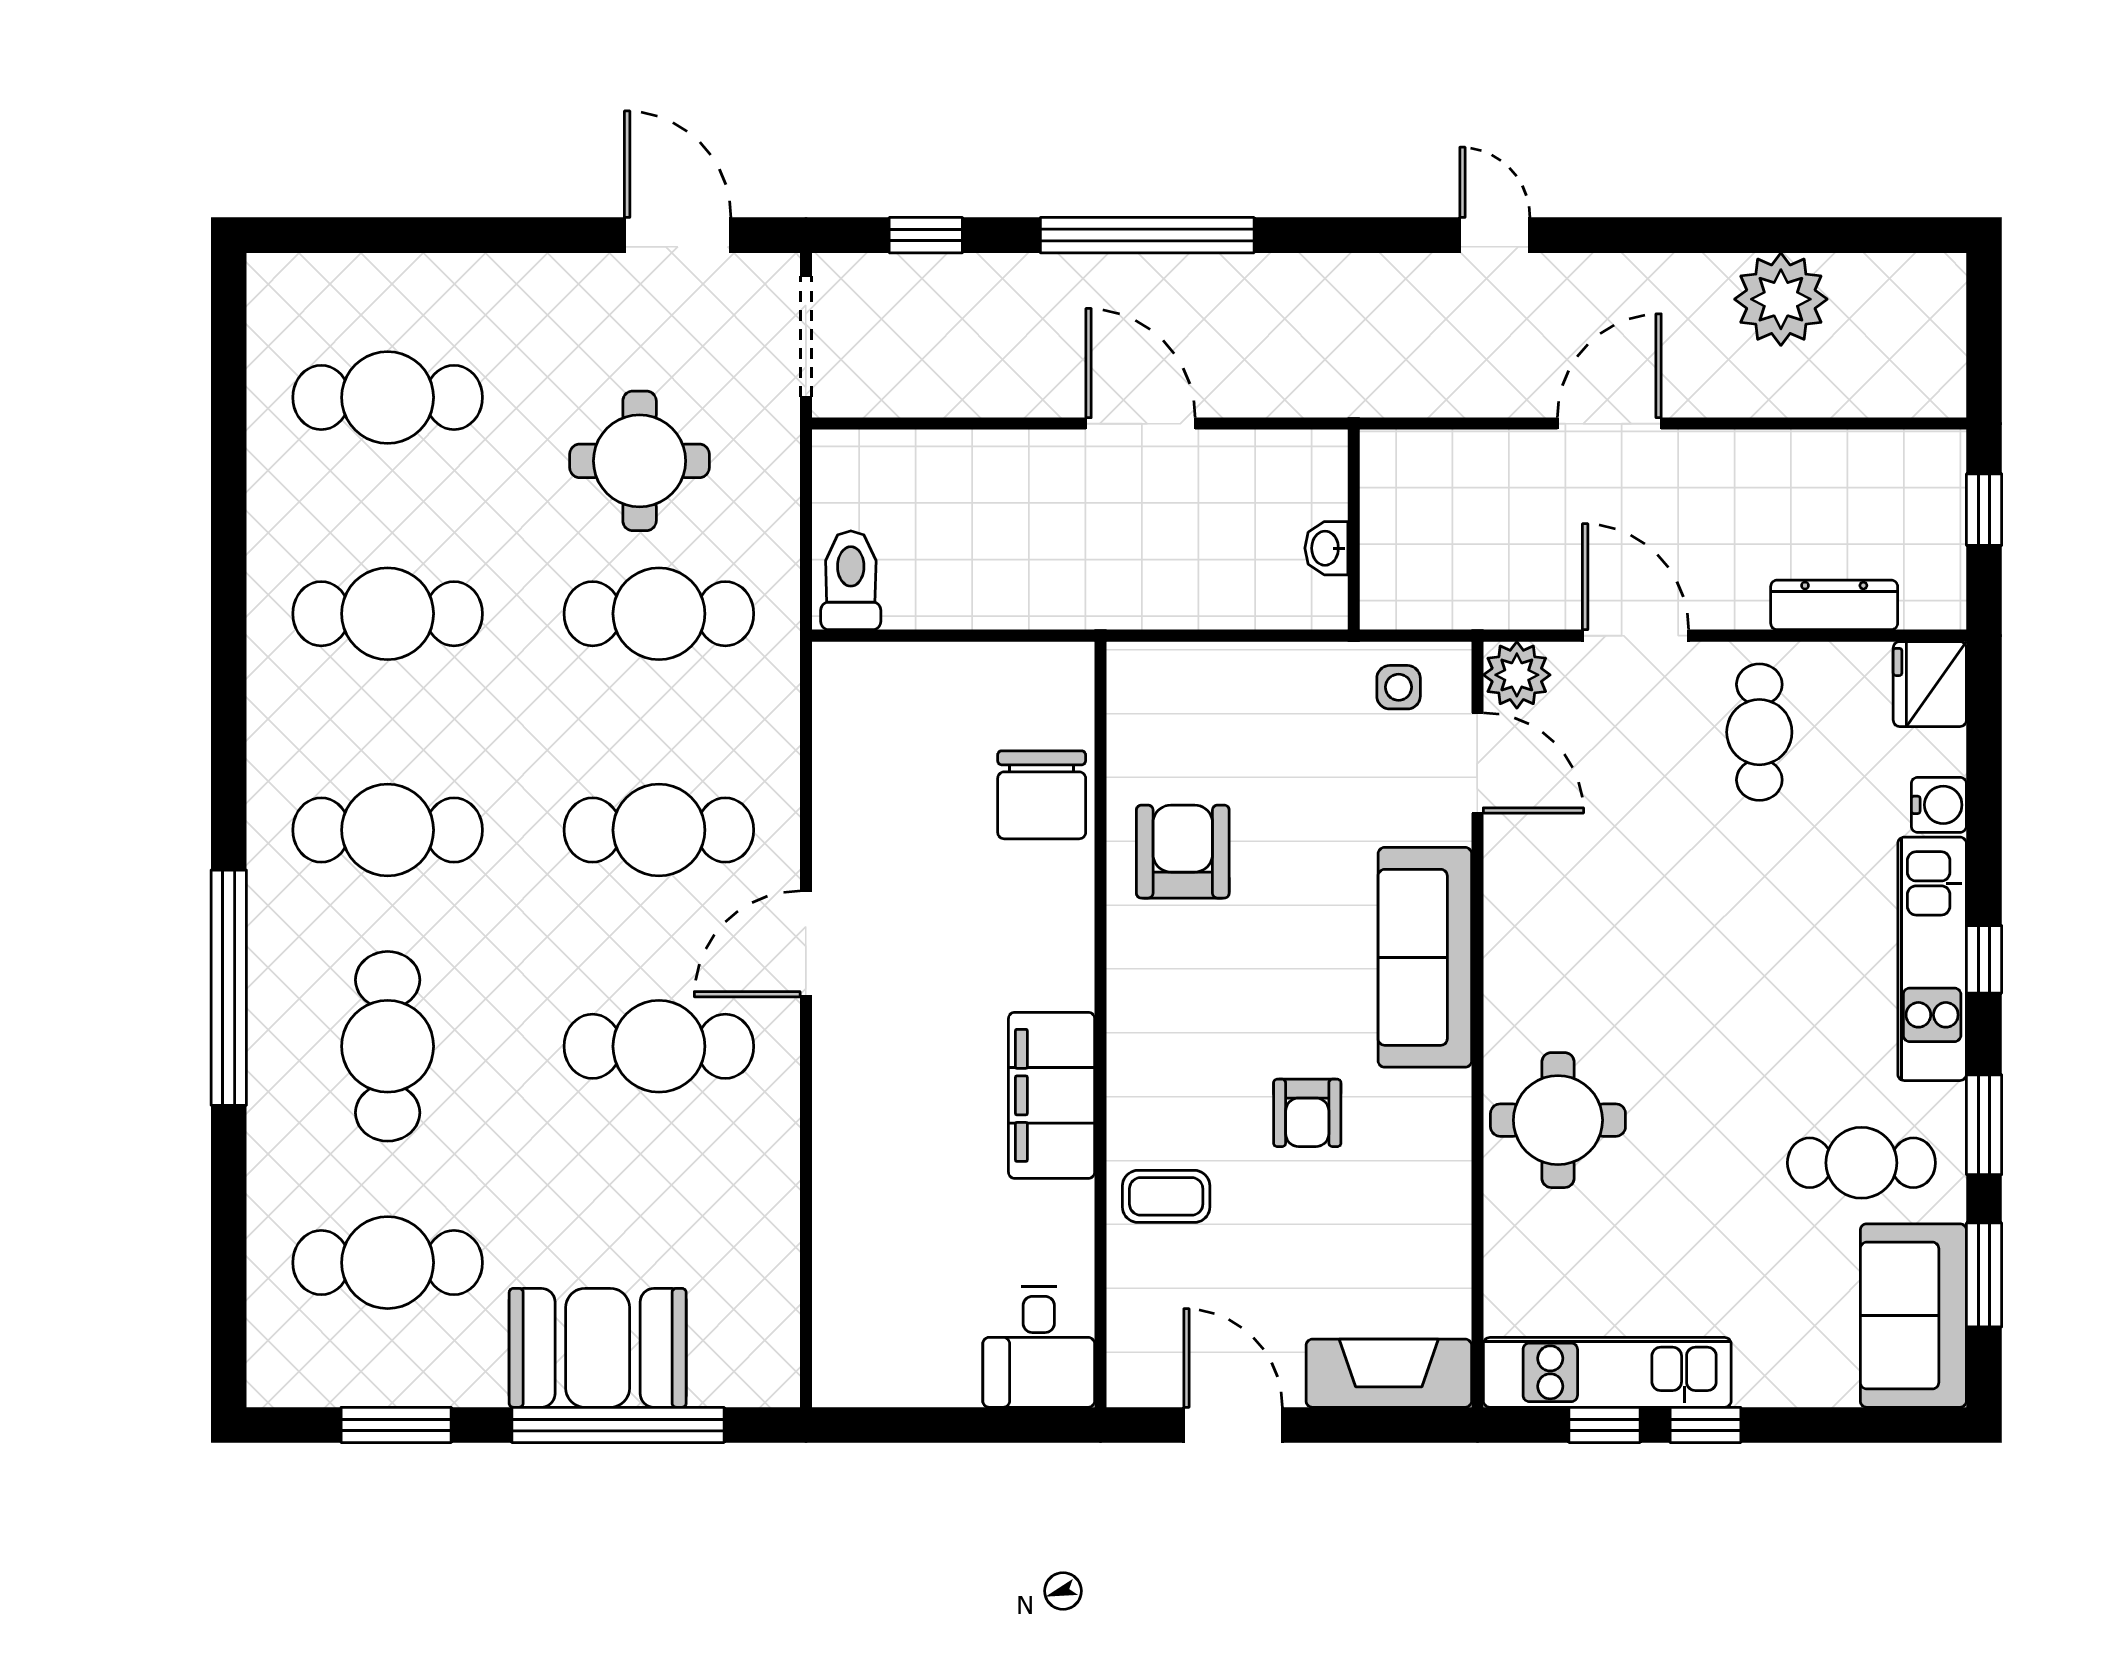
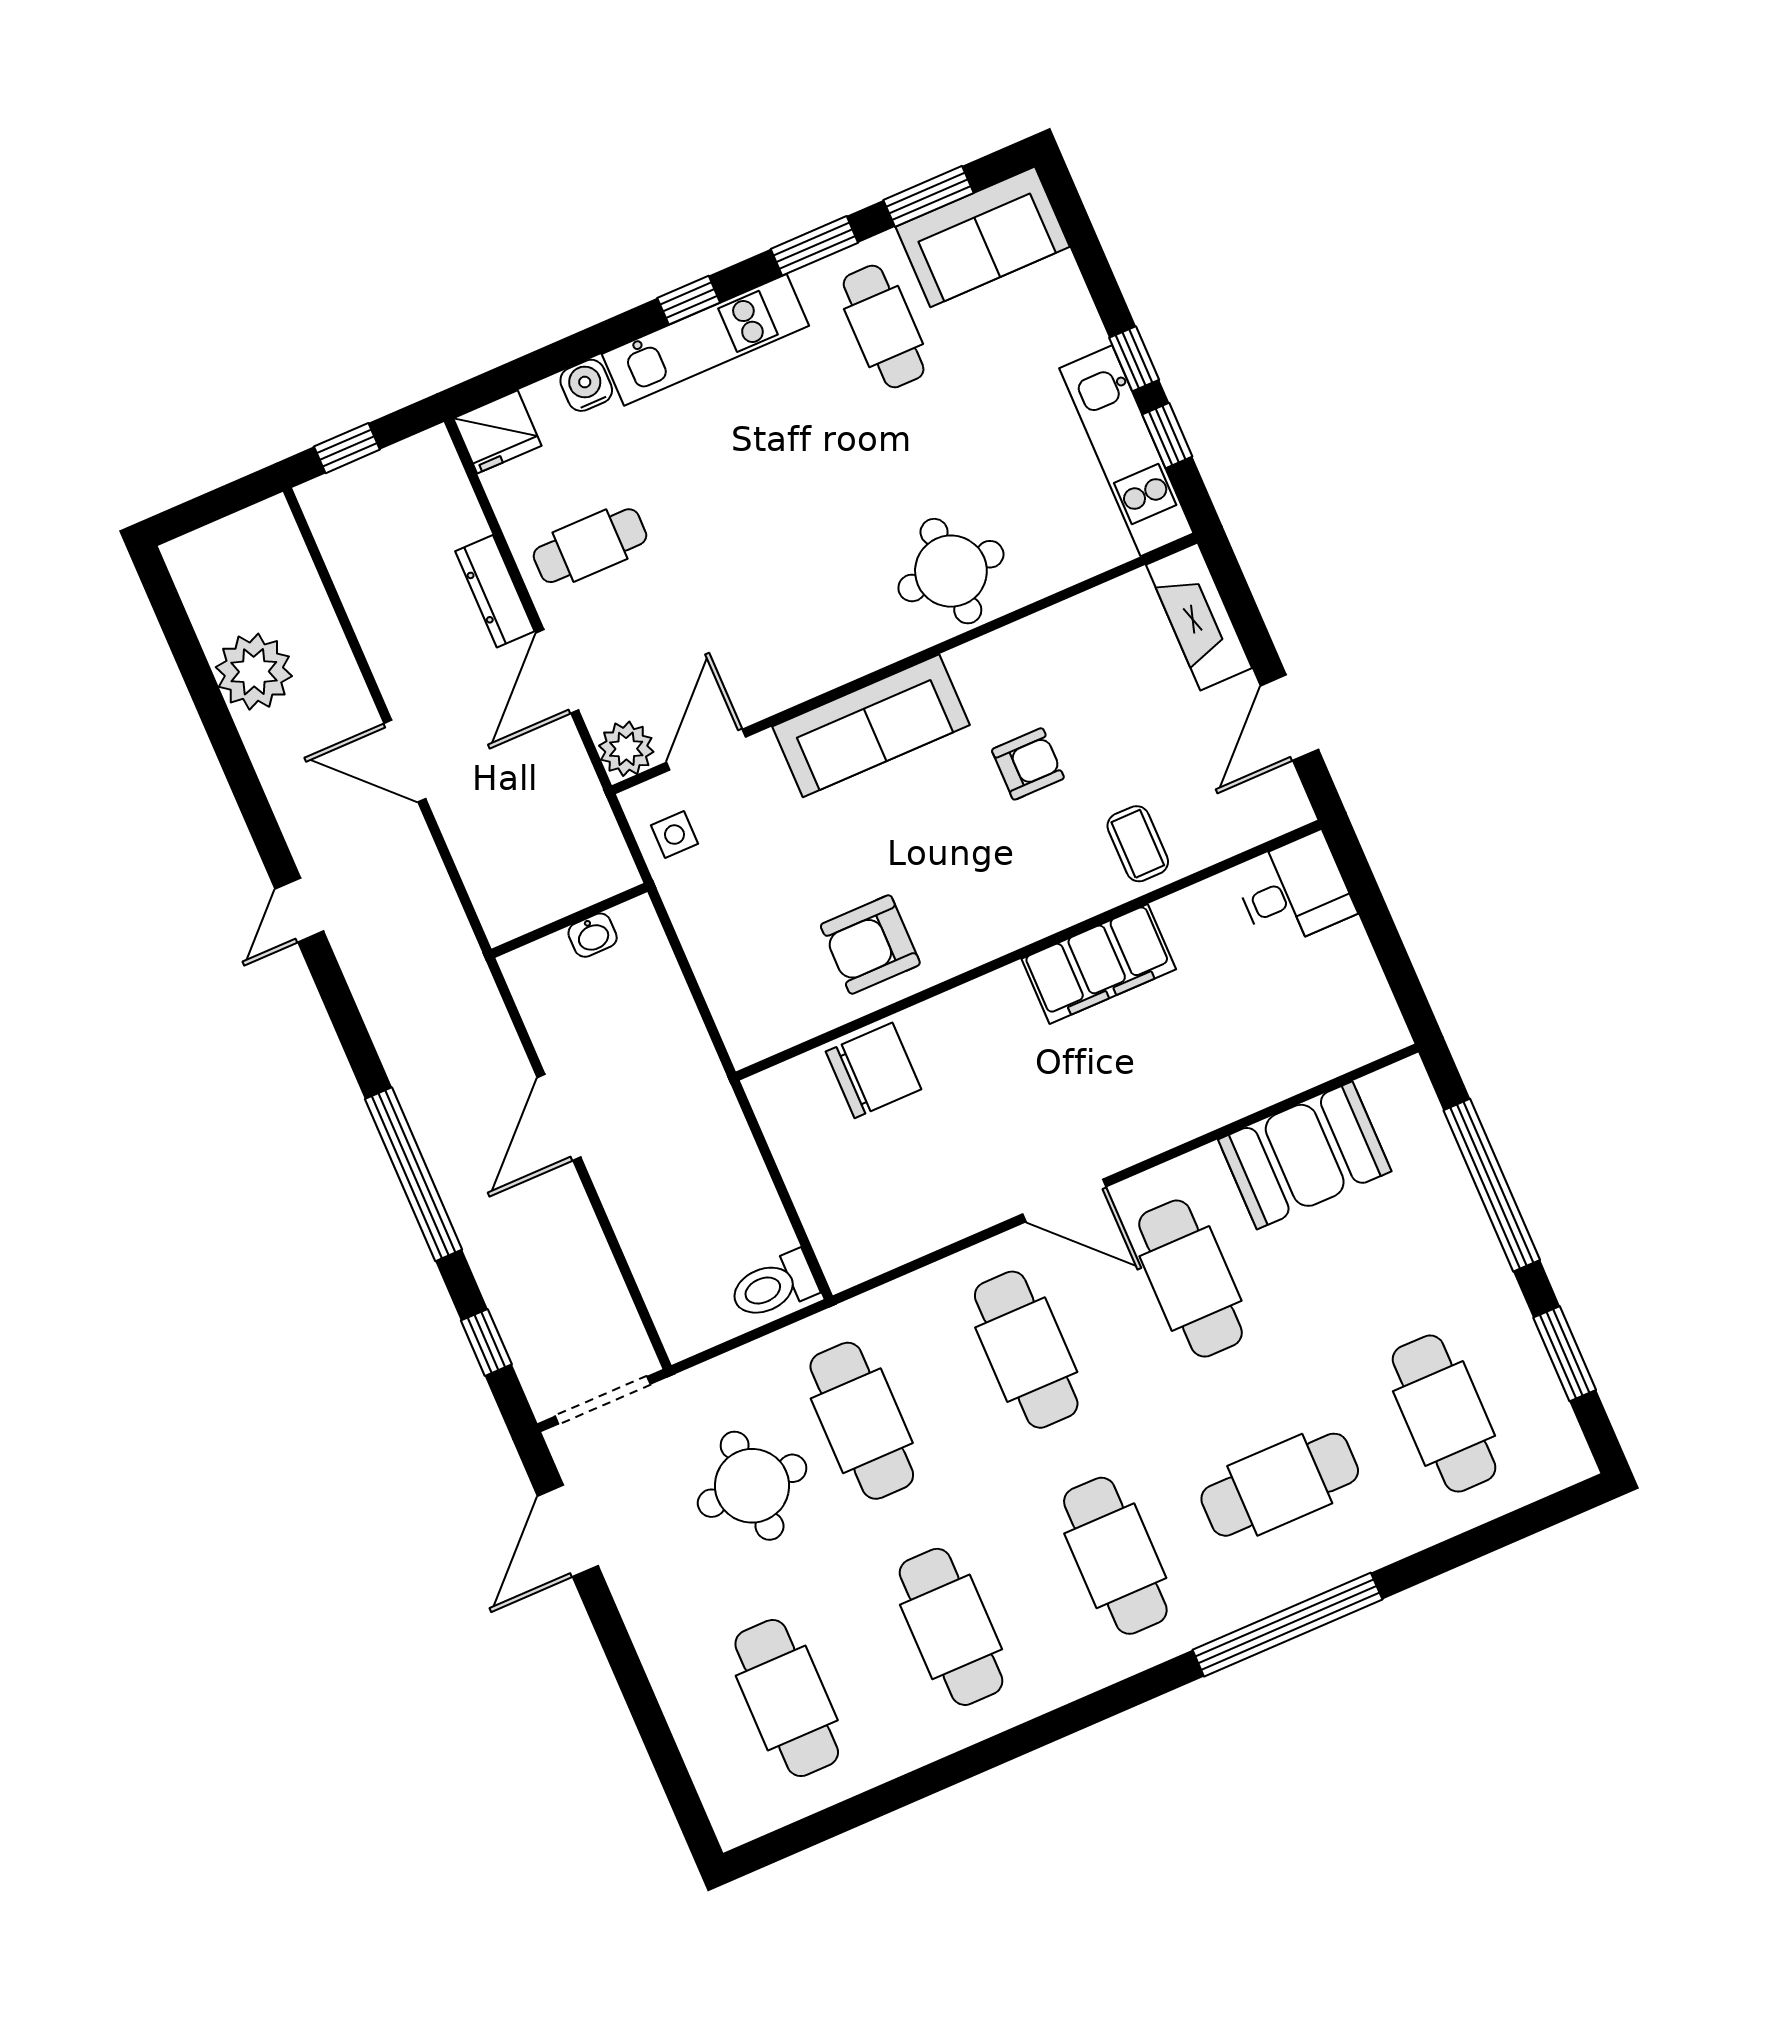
dresser: (1834, 605) -> (495, 591), moved
booth: (598, 1348) -> (1305, 1155), moved, turned 90

